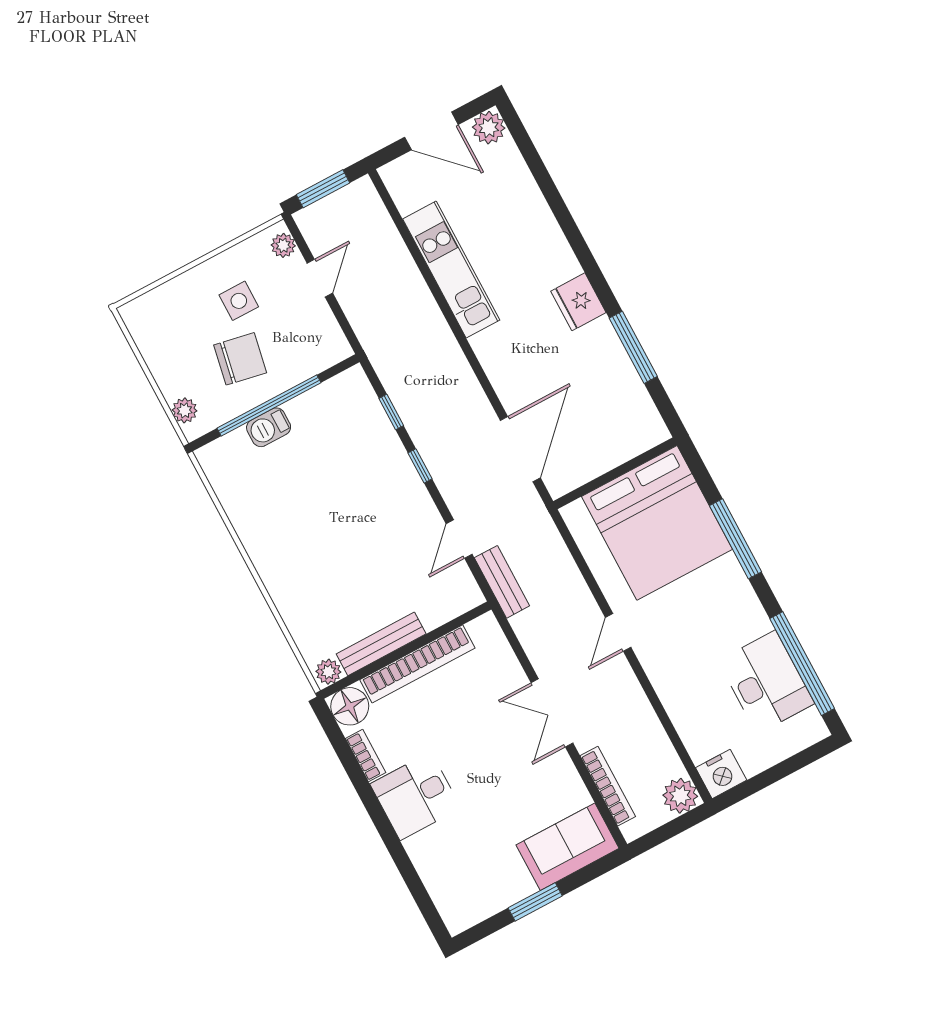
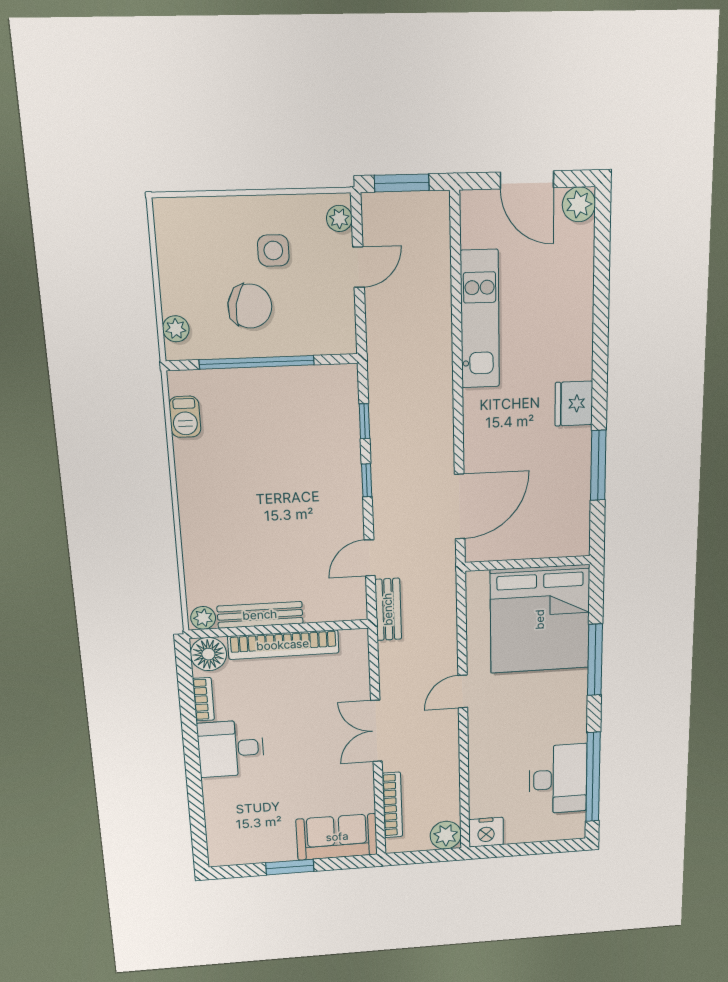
barbecue: (269, 427) -> (185, 417), moved, turned -90

